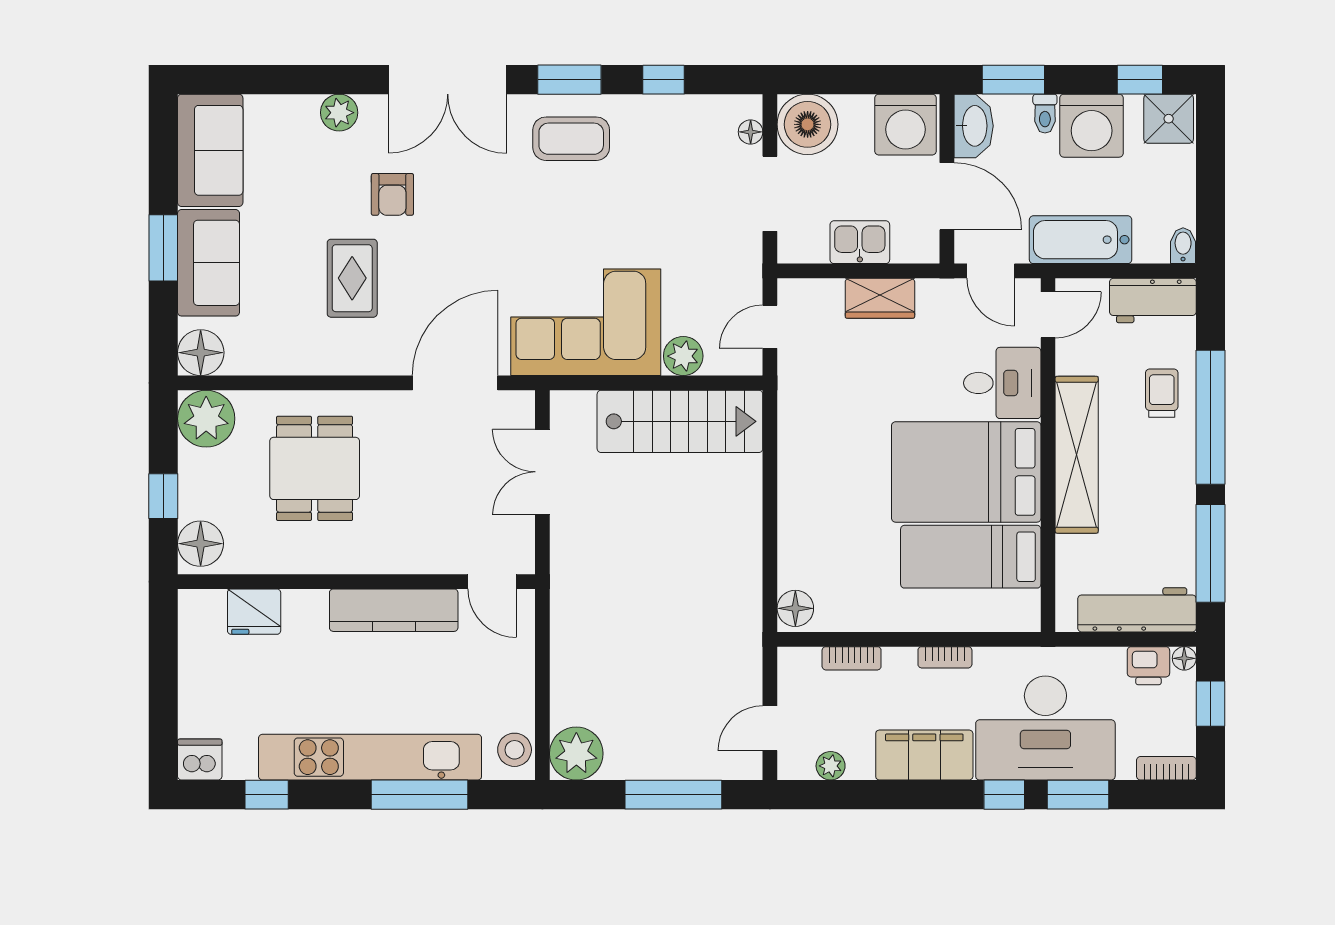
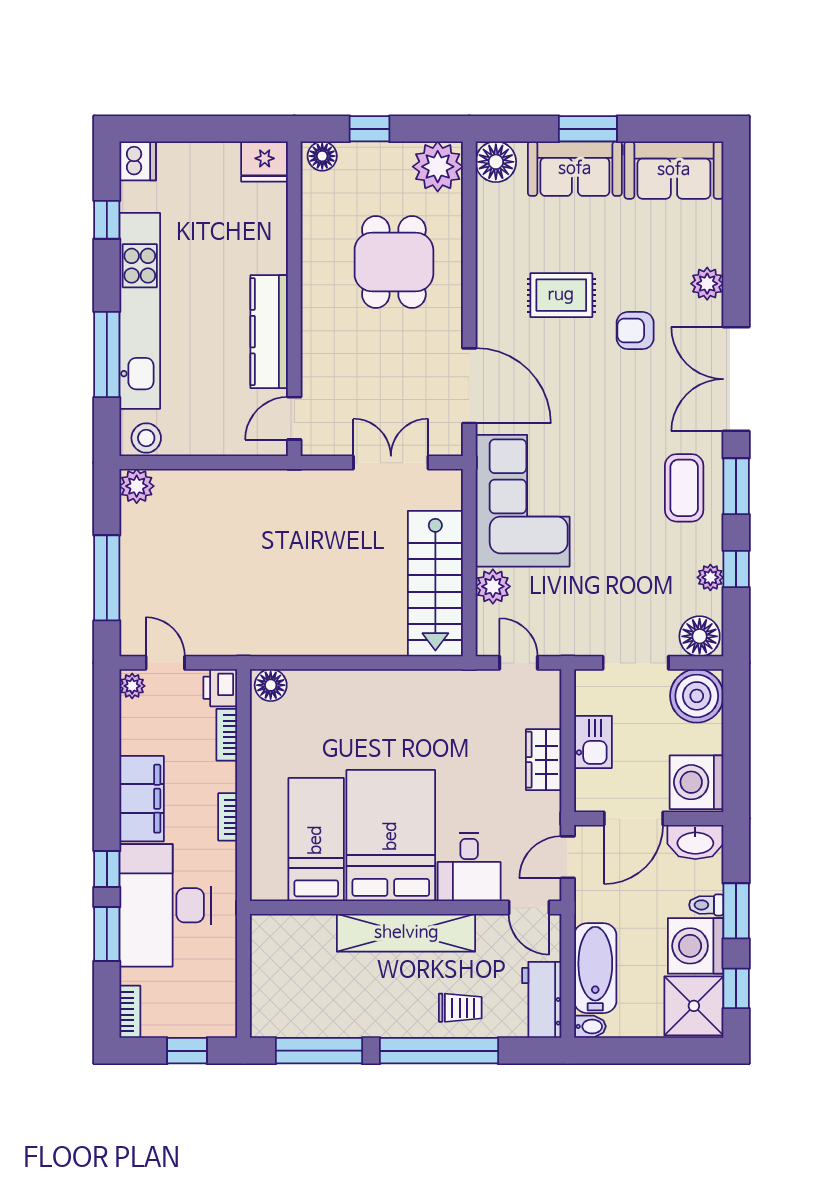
window: (1013, 80) -> (736, 911), moved
plant: (673, 109) -> (710, 577), added
shower: (1169, 119) -> (694, 1006), width x1.36, depth x1.36
floor lamp: (751, 132) -> (700, 636), width x1.89, depth x1.89
bathtub: (1081, 240) -> (595, 968), moved
dining table: (315, 468) -> (394, 262), turned 90
floor lamp: (201, 544) -> (322, 156), width x0.73, depth x0.73
workbench: (1137, 610) -> (269, 986), removed
fridge: (254, 612) -> (265, 162), moved, turned -90
floor lamp: (1184, 658) -> (227, 1028), removed
printer: (1148, 666) -> (220, 688), moved
plant: (576, 754) -> (137, 486), width x0.73, depth x0.73
plant: (831, 766) -> (132, 686), moved

